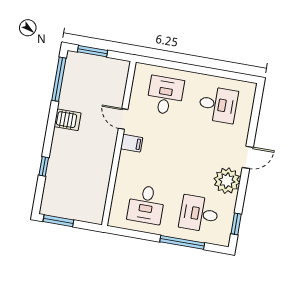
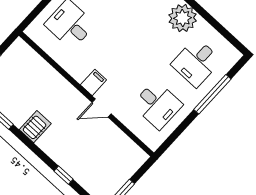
door: (123, 119) -> (102, 108), moved
window: (236, 224) -> (227, 35), removed

